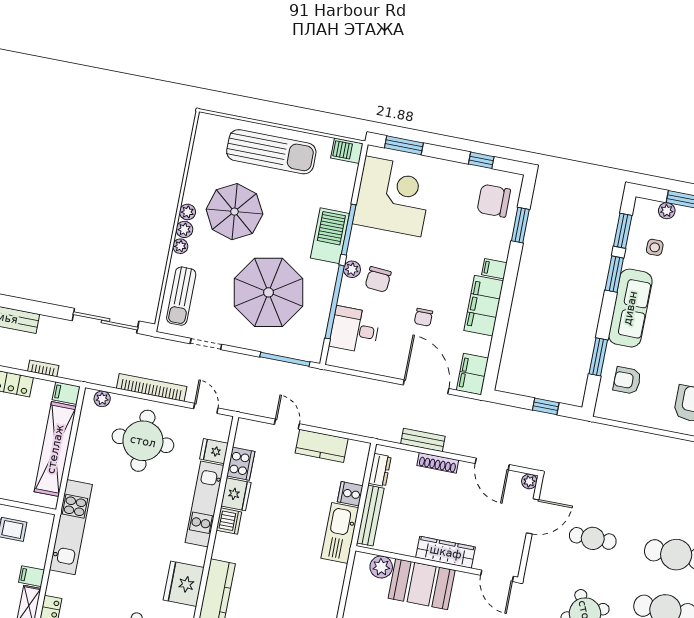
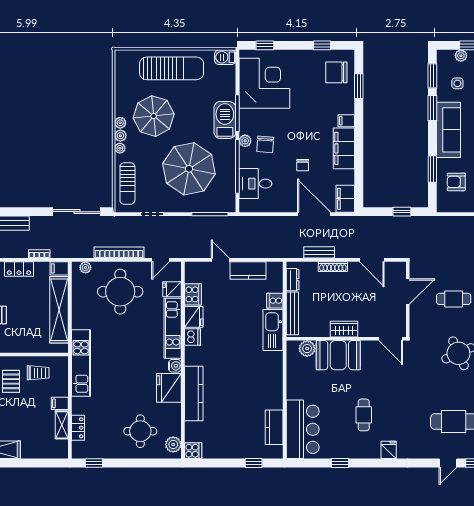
window: (404, 145) -> (265, 45), width x0.67
door: (206, 408) -> (160, 260), swing flipped
plant: (529, 481) -> (401, 267), removed
wardrobe: (446, 552) -> (344, 329), width x0.67
water cooler: (198, 556) -> (175, 366), added

